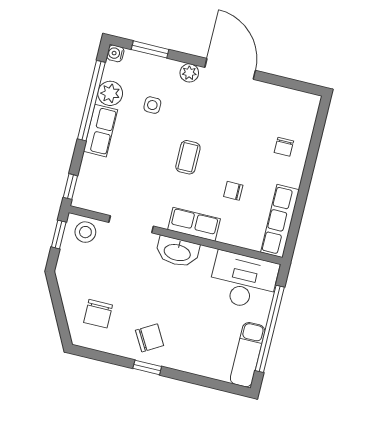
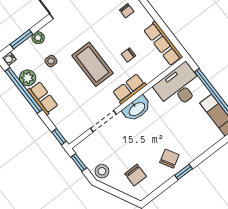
plant: (189, 73) -> (38, 38), moved
coffee table: (188, 157) -> (92, 64), width x1.86, depth x1.72
stool: (85, 232) -> (102, 171), moved

